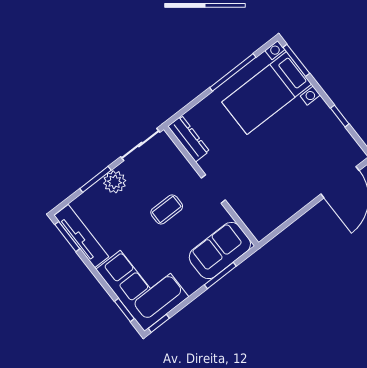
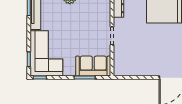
coffee table: (167, 209) -> (84, 29), removed

